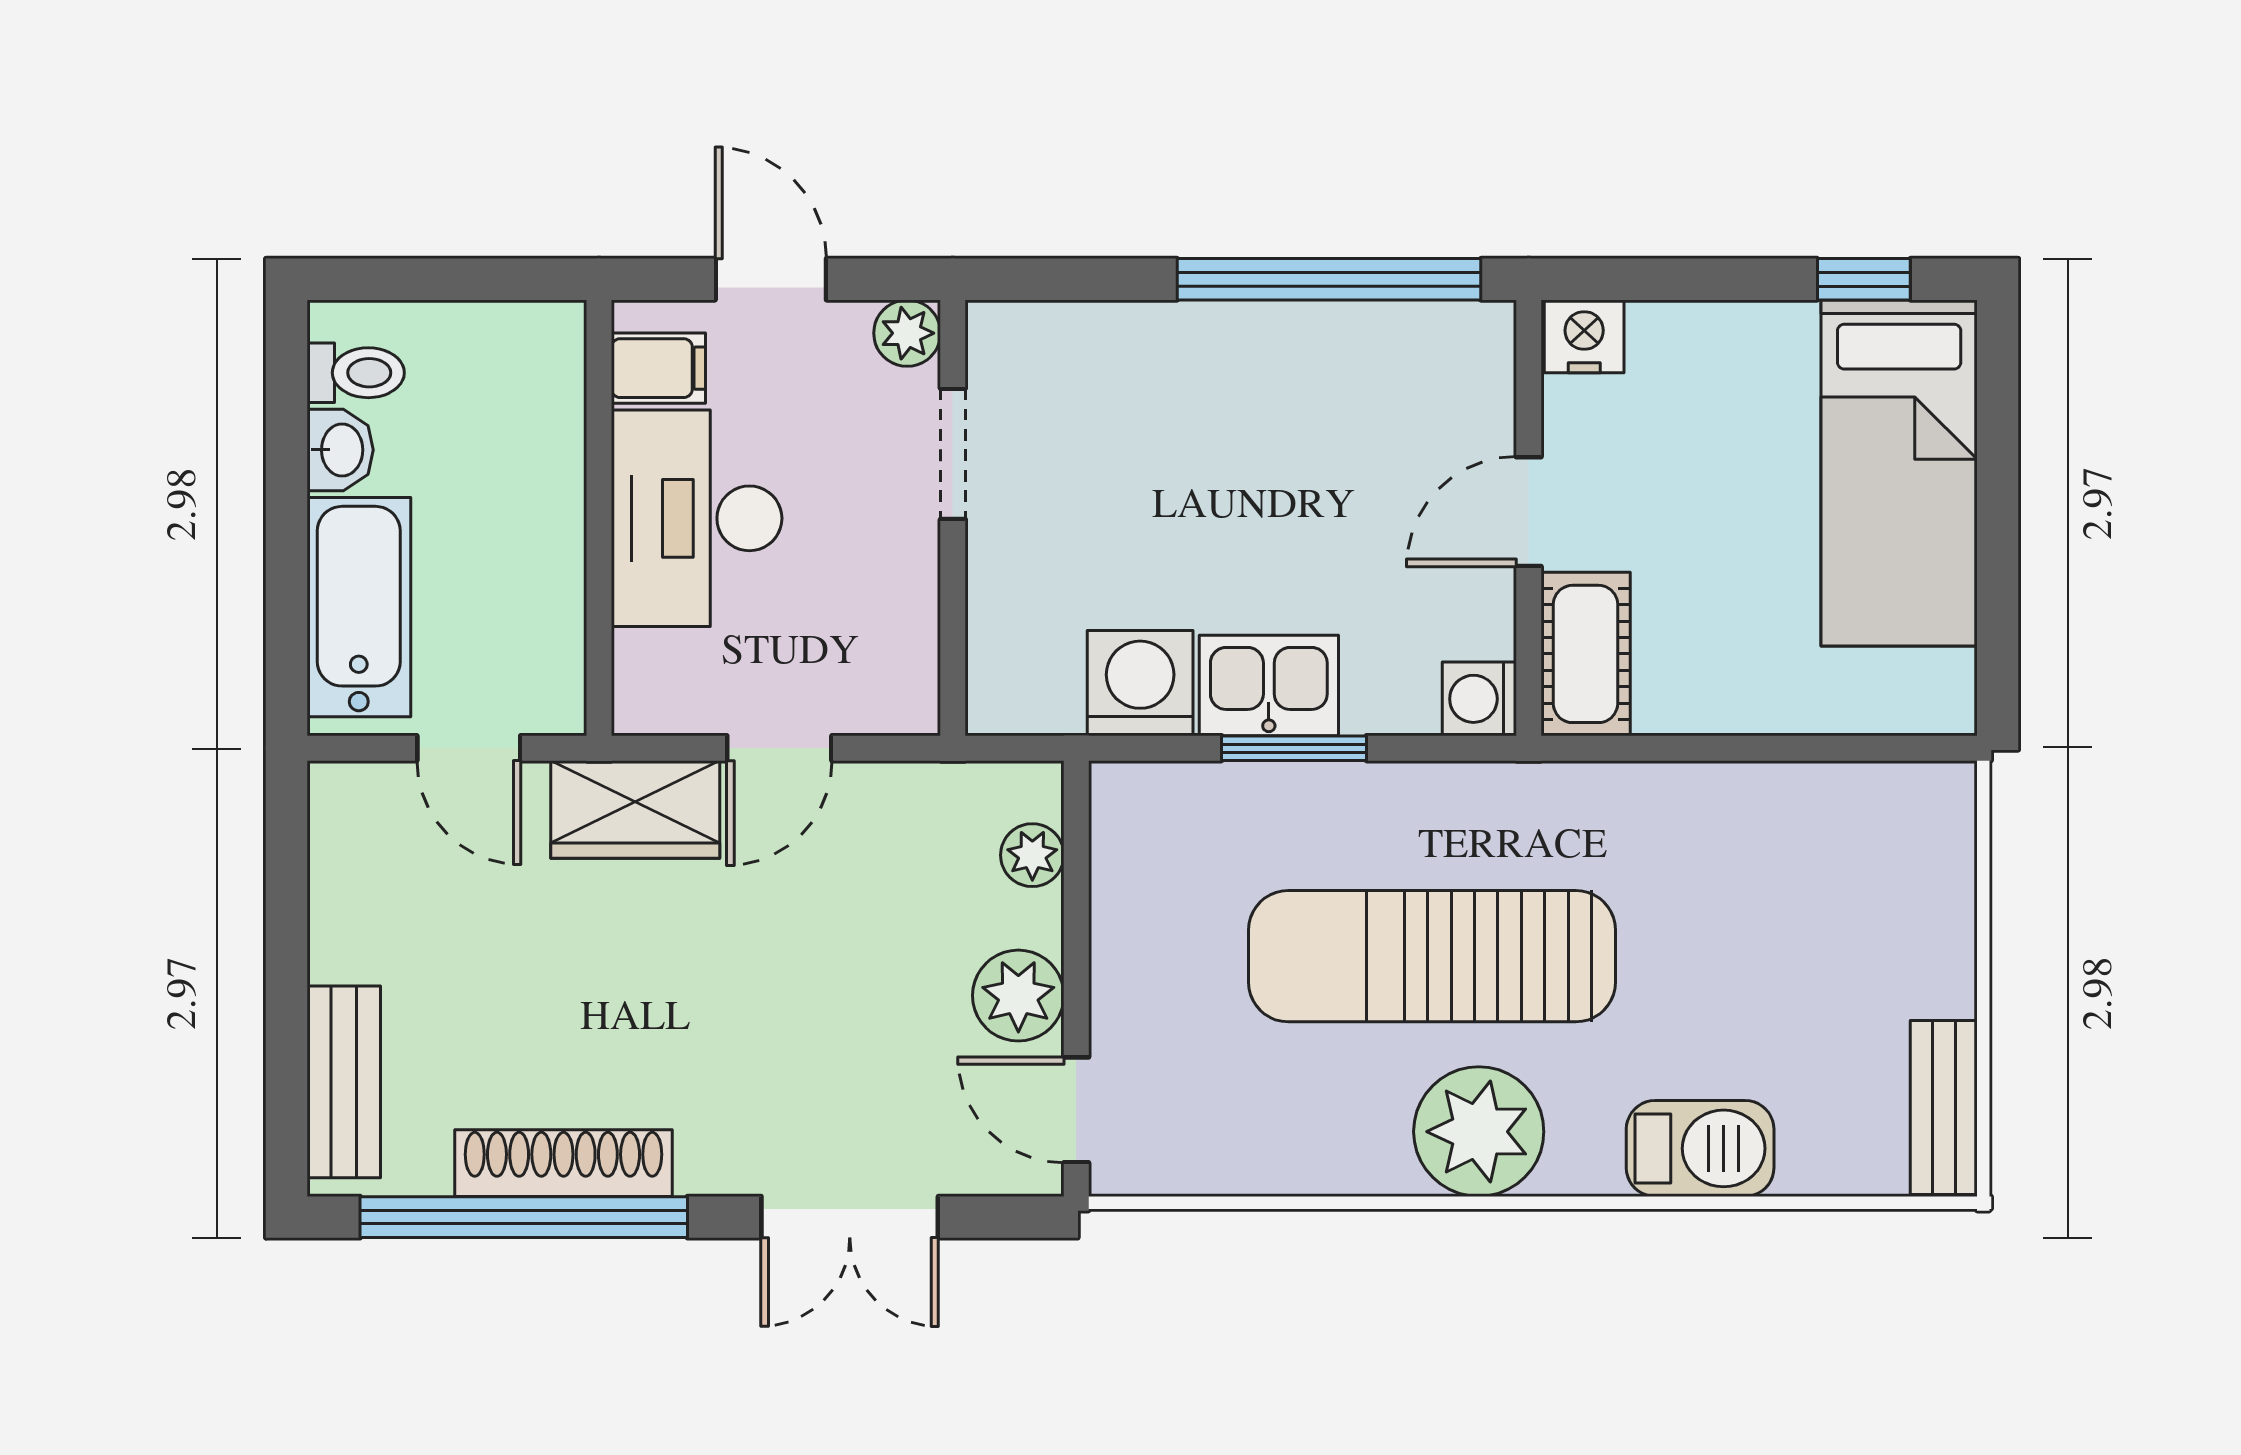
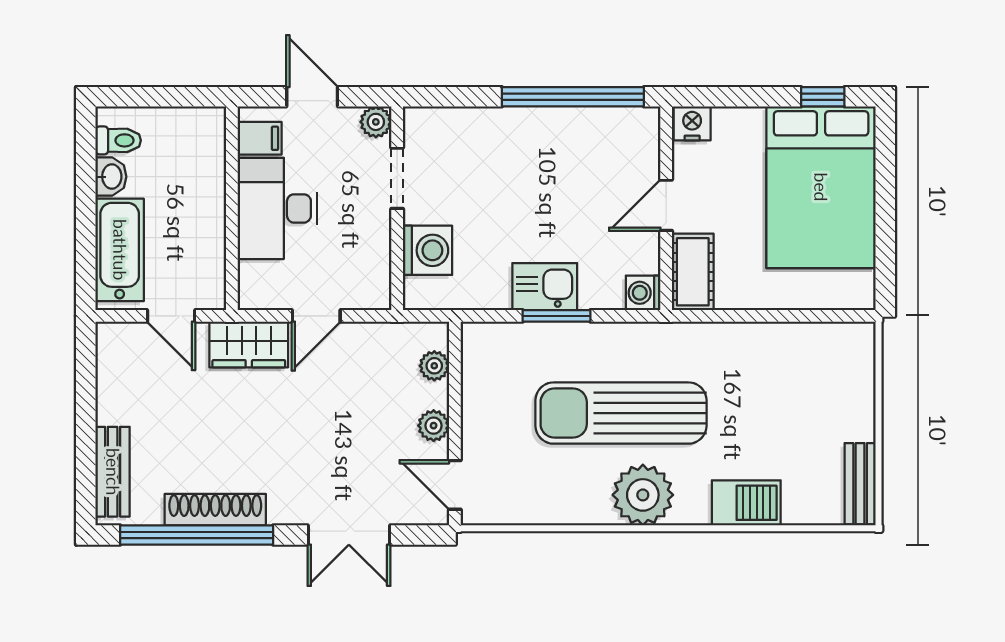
bed: (1899, 473) -> (821, 187), width x1.50
washing machine: (1140, 683) -> (428, 250), moved, turned 90
plant: (1018, 996) -> (434, 426), width x0.73, depth x0.73

